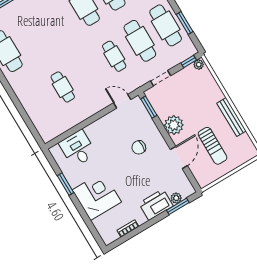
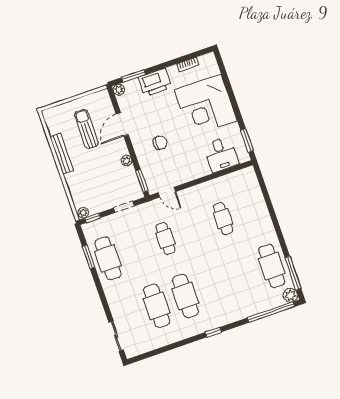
cafe table: (140, 41) -> (137, 248), removed
plant: (174, 125) -> (126, 161), width x0.53, depth x0.53
window: (66, 184) -> (247, 141), moved
corner desk: (97, 196) -> (206, 105), width x1.36, depth x1.36
plant: (176, 198) -> (119, 90), moved

